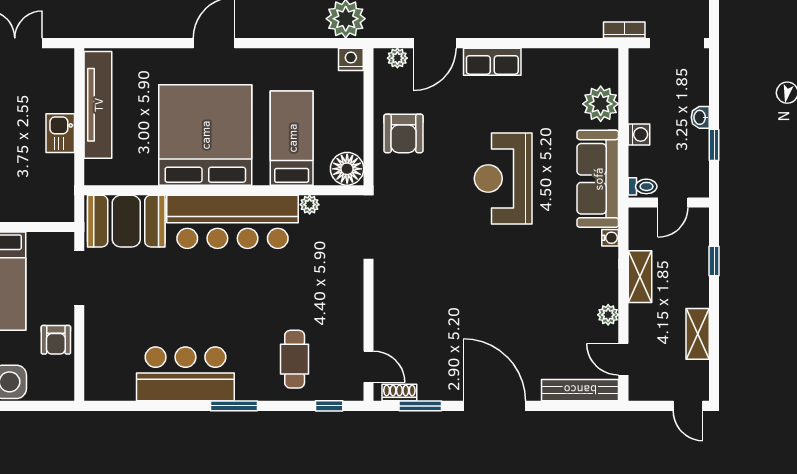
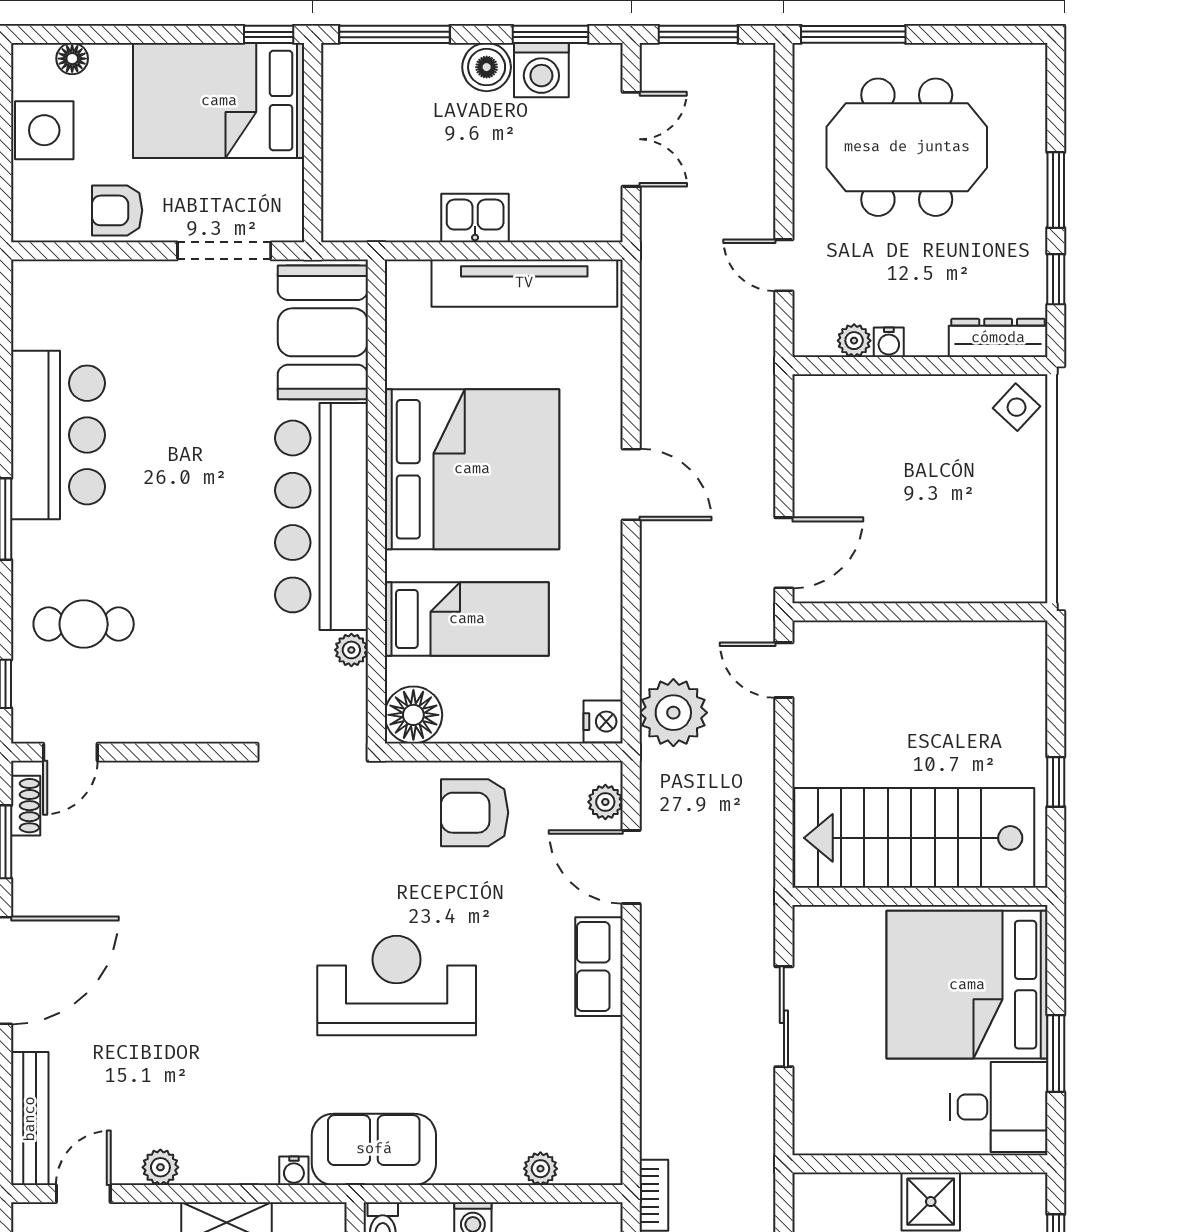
plant: (601, 104) -> (540, 1169), width x0.53, depth x0.53
sofa: (598, 179) -> (374, 1149), width x0.73

